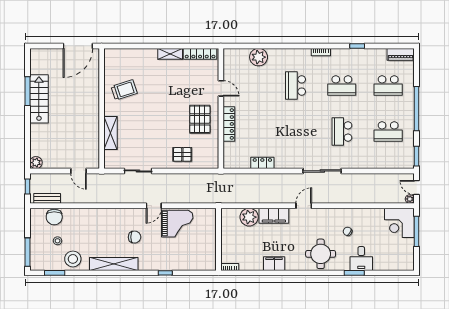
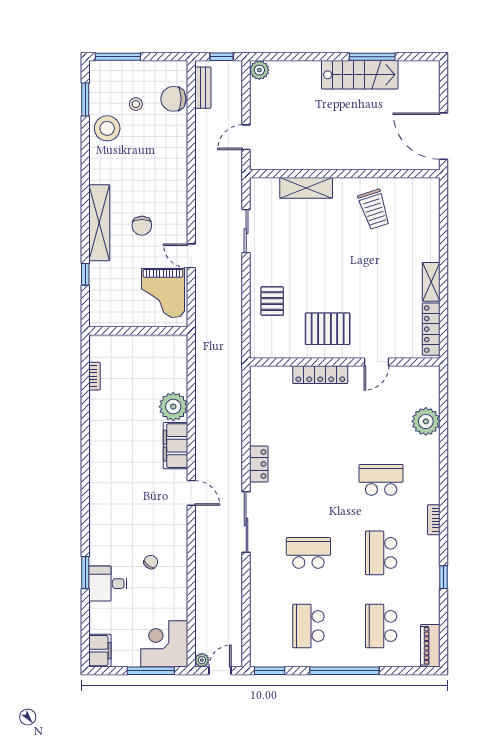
locker: (262, 163) -> (259, 464), moved
wall: (219, 239) -> (138, 331), moved
round table: (321, 254) -> (115, 519), removed
shelving: (114, 264) -> (99, 223), moved
filing cabinet: (274, 264) -> (100, 651), moved

